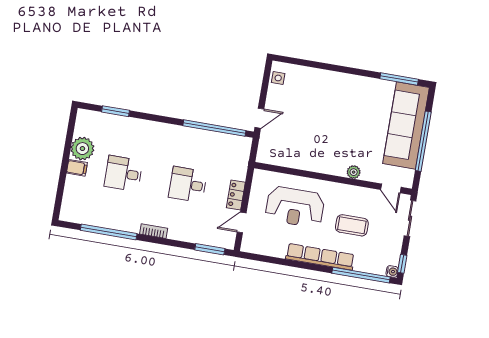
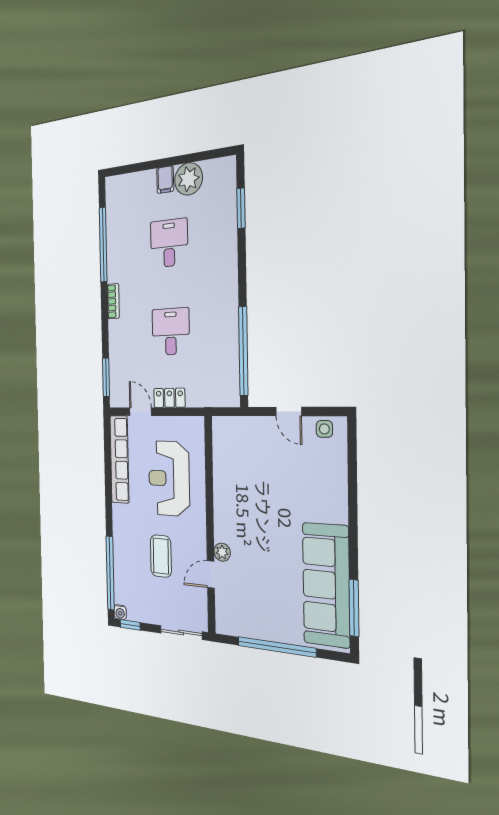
door: (259, 118) -> (289, 412), moved
sofa: (406, 126) -> (326, 585), moved, turned -90
door: (391, 188) -> (211, 574), moved
row of seats: (320, 257) -> (119, 459), moved

